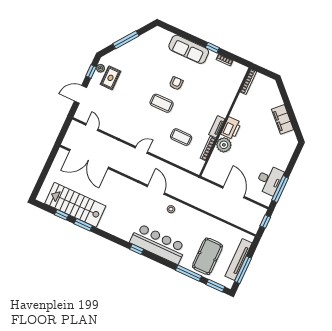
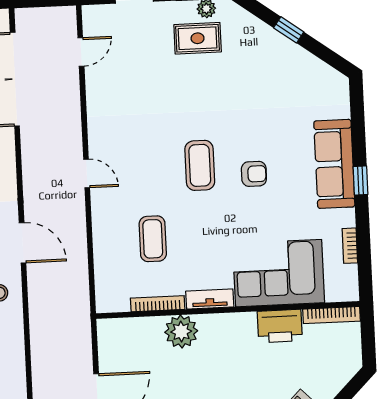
window: (126, 40) -> (289, 30), width x0.46
window: (212, 48) -> (361, 180), moved
corner sofa: (221, 94) -> (279, 273), added
printer: (231, 128) -> (280, 326), moved
door: (156, 190) -> (23, 243), hinge flipped

